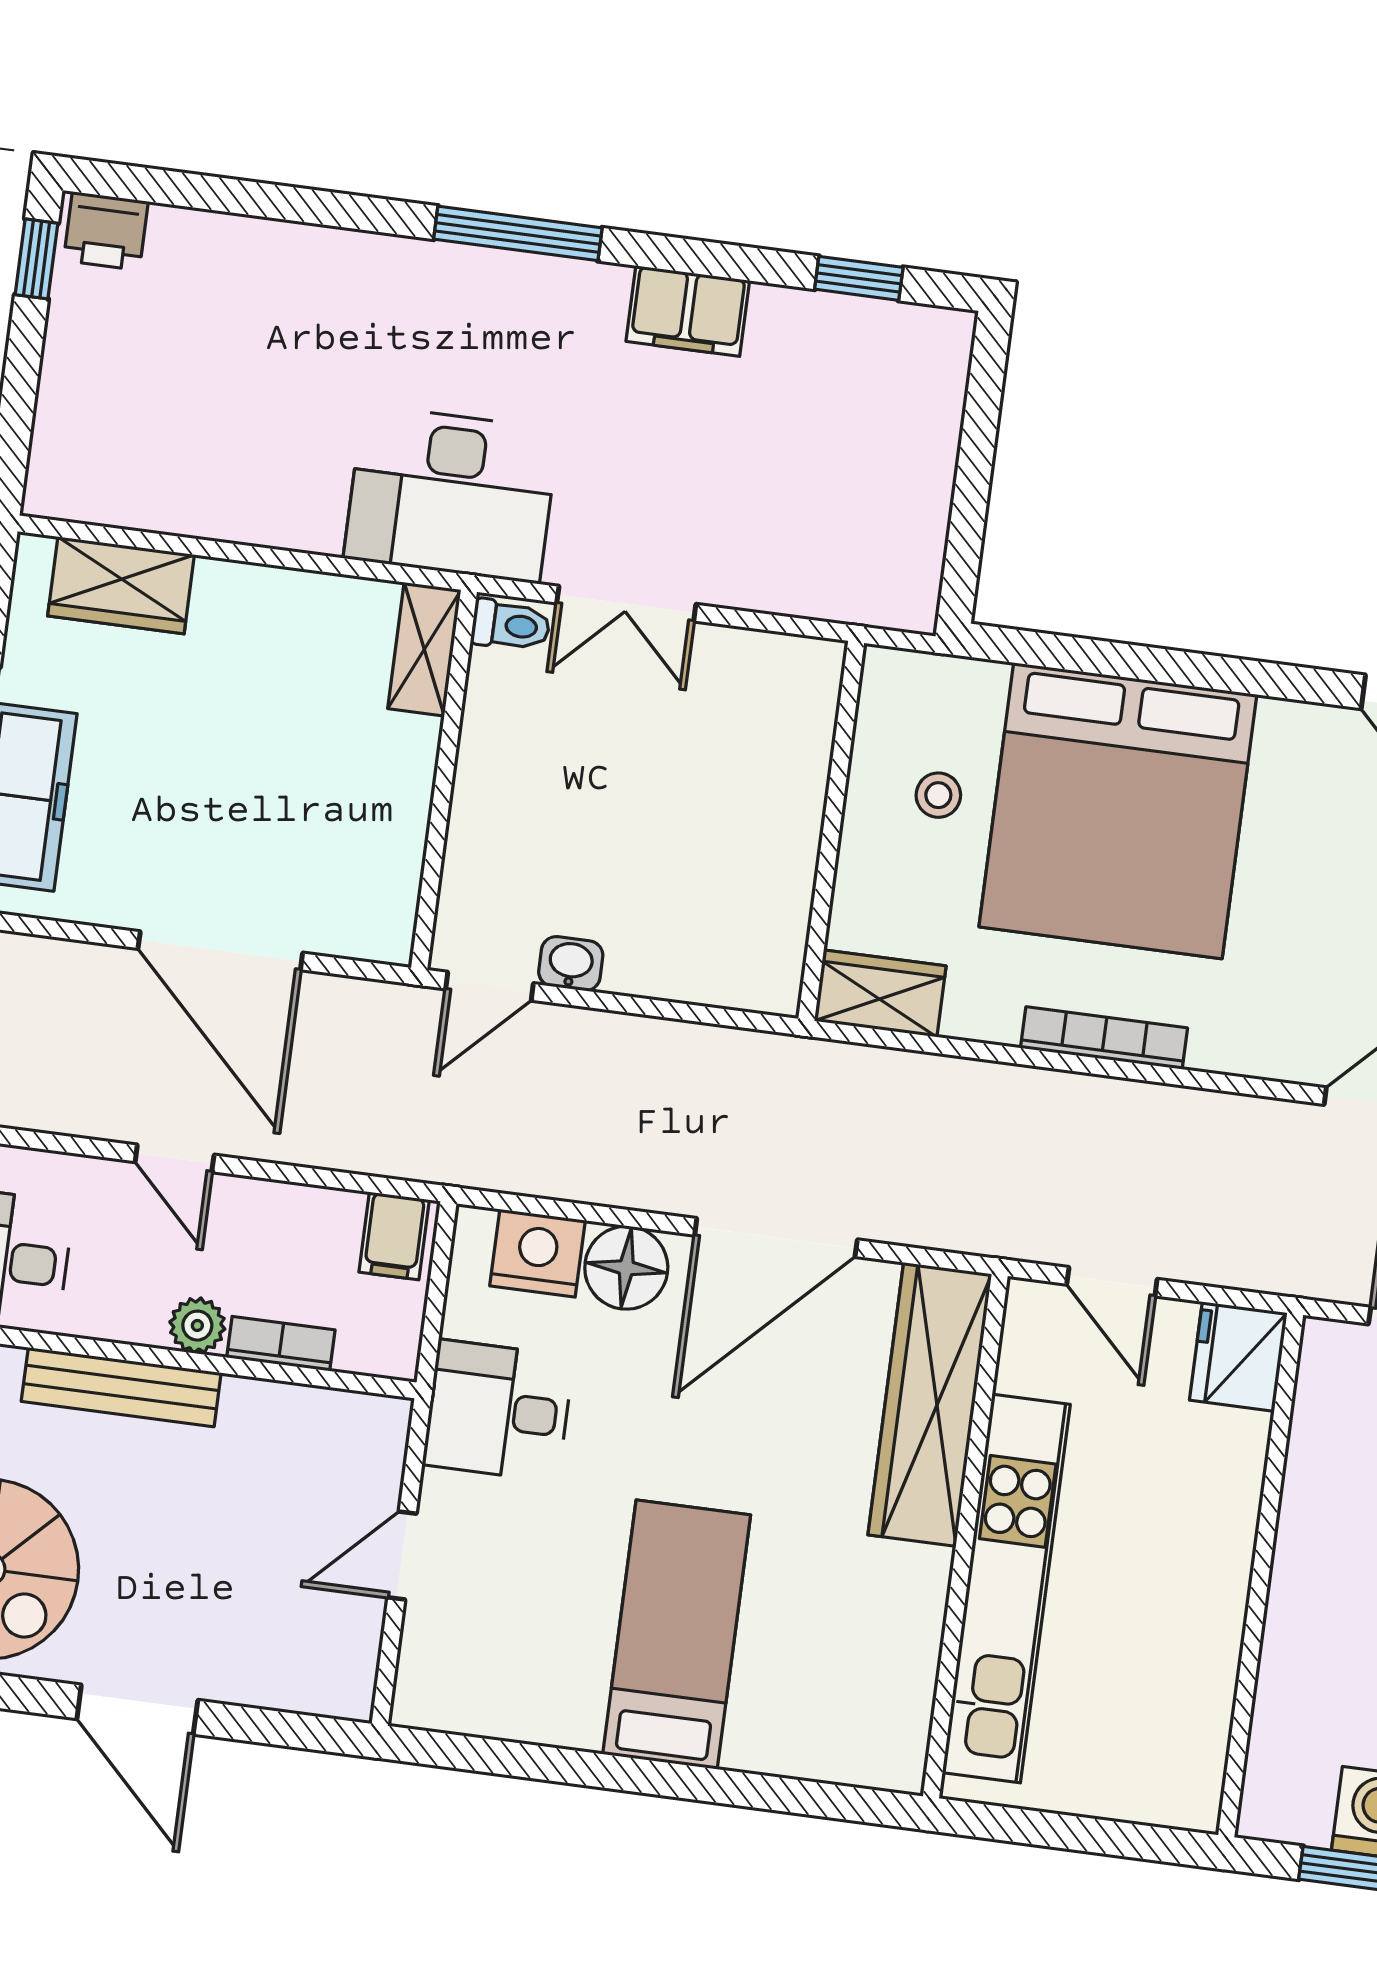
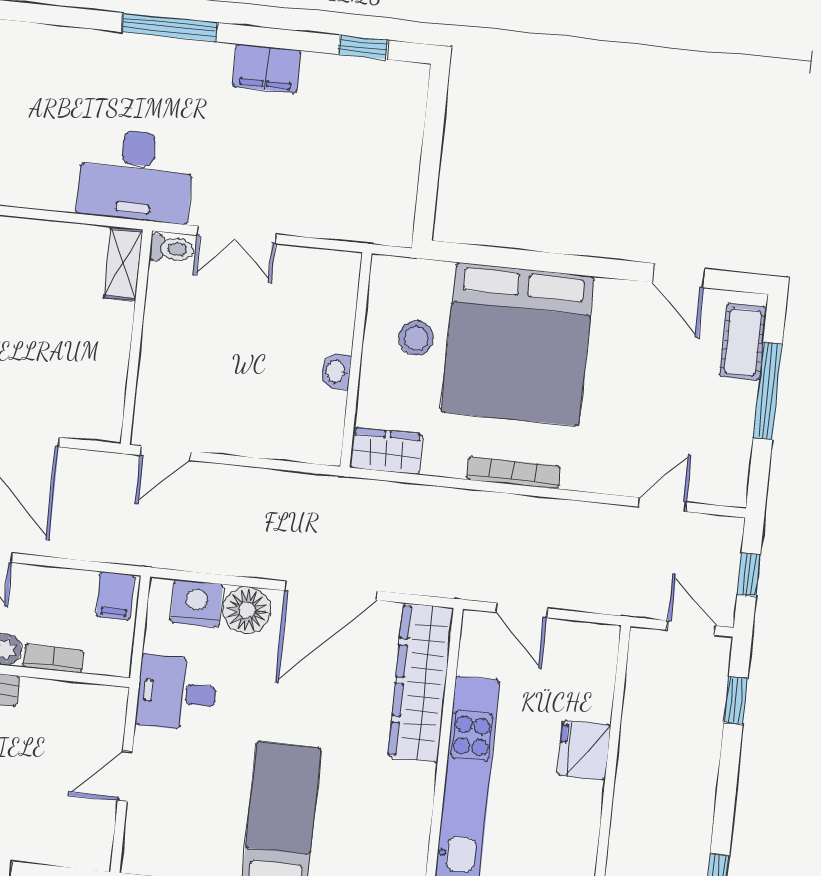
stool: (938, 795) -> (416, 338), width x1.37, depth x1.37
washbasin: (571, 964) -> (336, 371), moved, turned -90
fridge: (1238, 1357) -> (584, 750), moved

